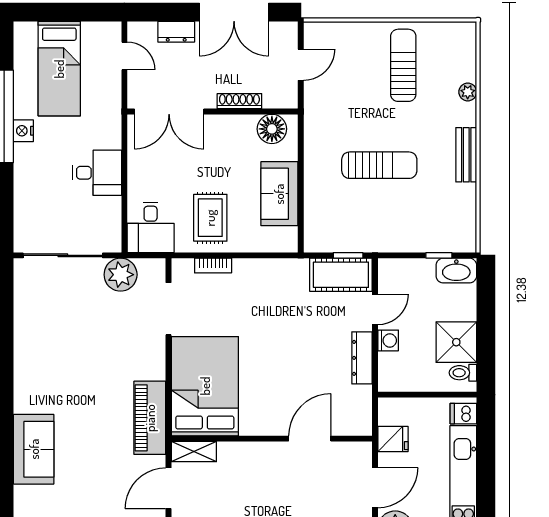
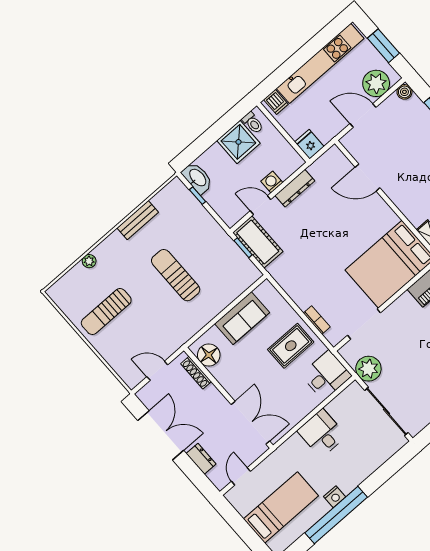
shoe rack: (239, 101) -> (196, 373), moved
bench: (466, 155) -> (138, 220), moved
fridge: (393, 439) -> (309, 144), moved

